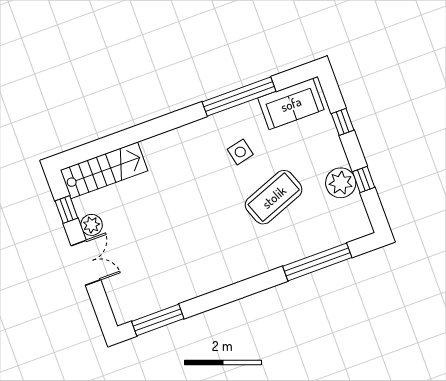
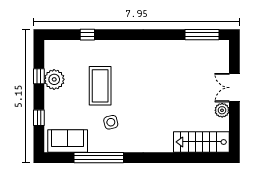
coffee table: (274, 197) -> (100, 86), turned -69
window: (66, 209) -> (234, 126), removed
window: (317, 262) -> (87, 35), width x0.32

